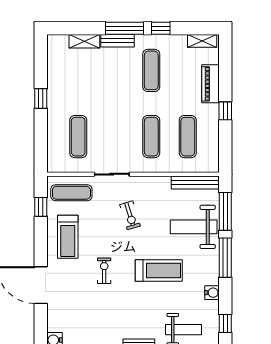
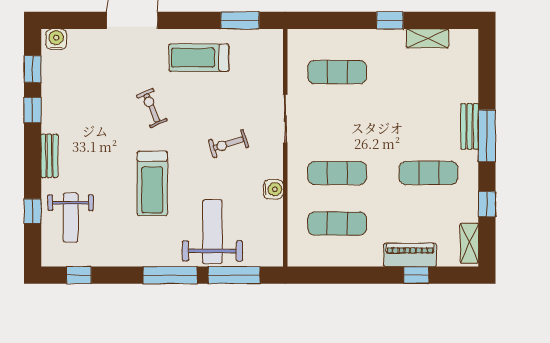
window: (161, 28) -> (487, 204), moved
shelving: (84, 41) -> (427, 38), moved, turned 90
window: (225, 111) -> (416, 275), moved
bench: (195, 182) -> (274, 234), removed
exercise mat: (71, 193) -> (260, 63), removed
window: (41, 207) -> (240, 20), width x1.50
exercise bike: (104, 271) -> (152, 108), turned -114
water cooler: (212, 293) -> (273, 189), moved, turned -90

